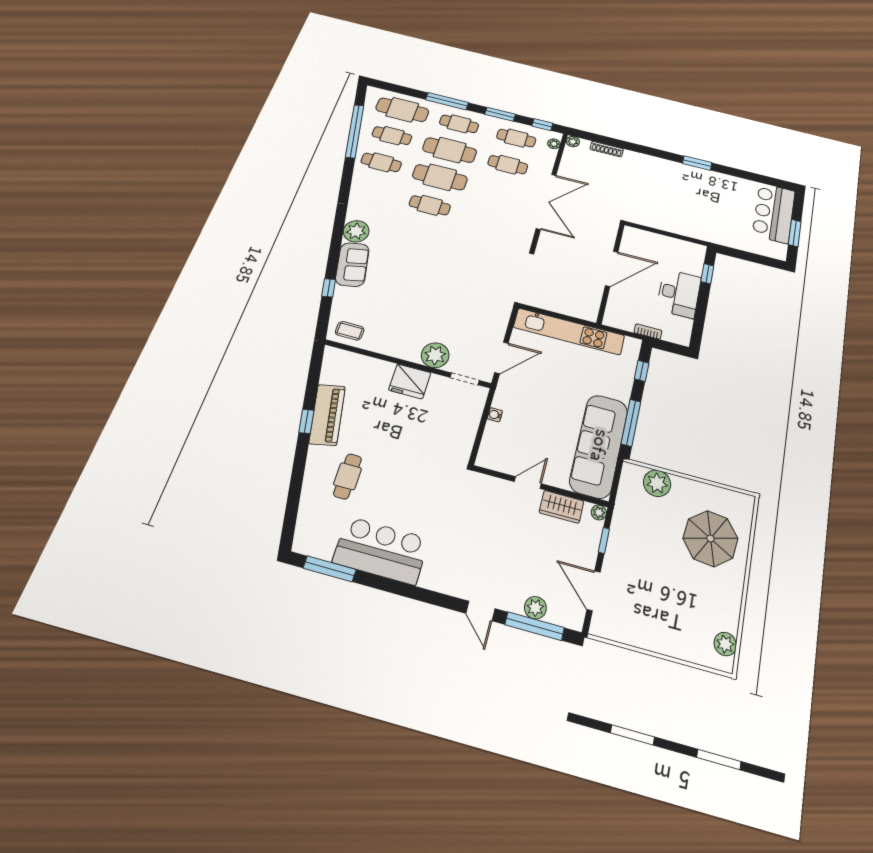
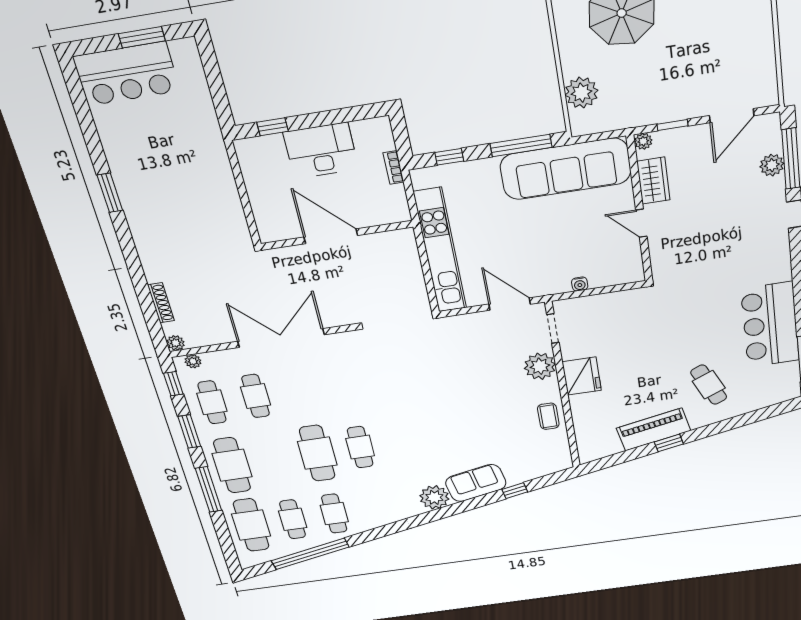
cafe table: (459, 124) -> (232, 465), width x1.37, depth x1.35
cafe table: (450, 150) -> (275, 459), removed
coffee table: (350, 331) -> (548, 416), moved
cafe table: (348, 476) -> (709, 385), turned 66

